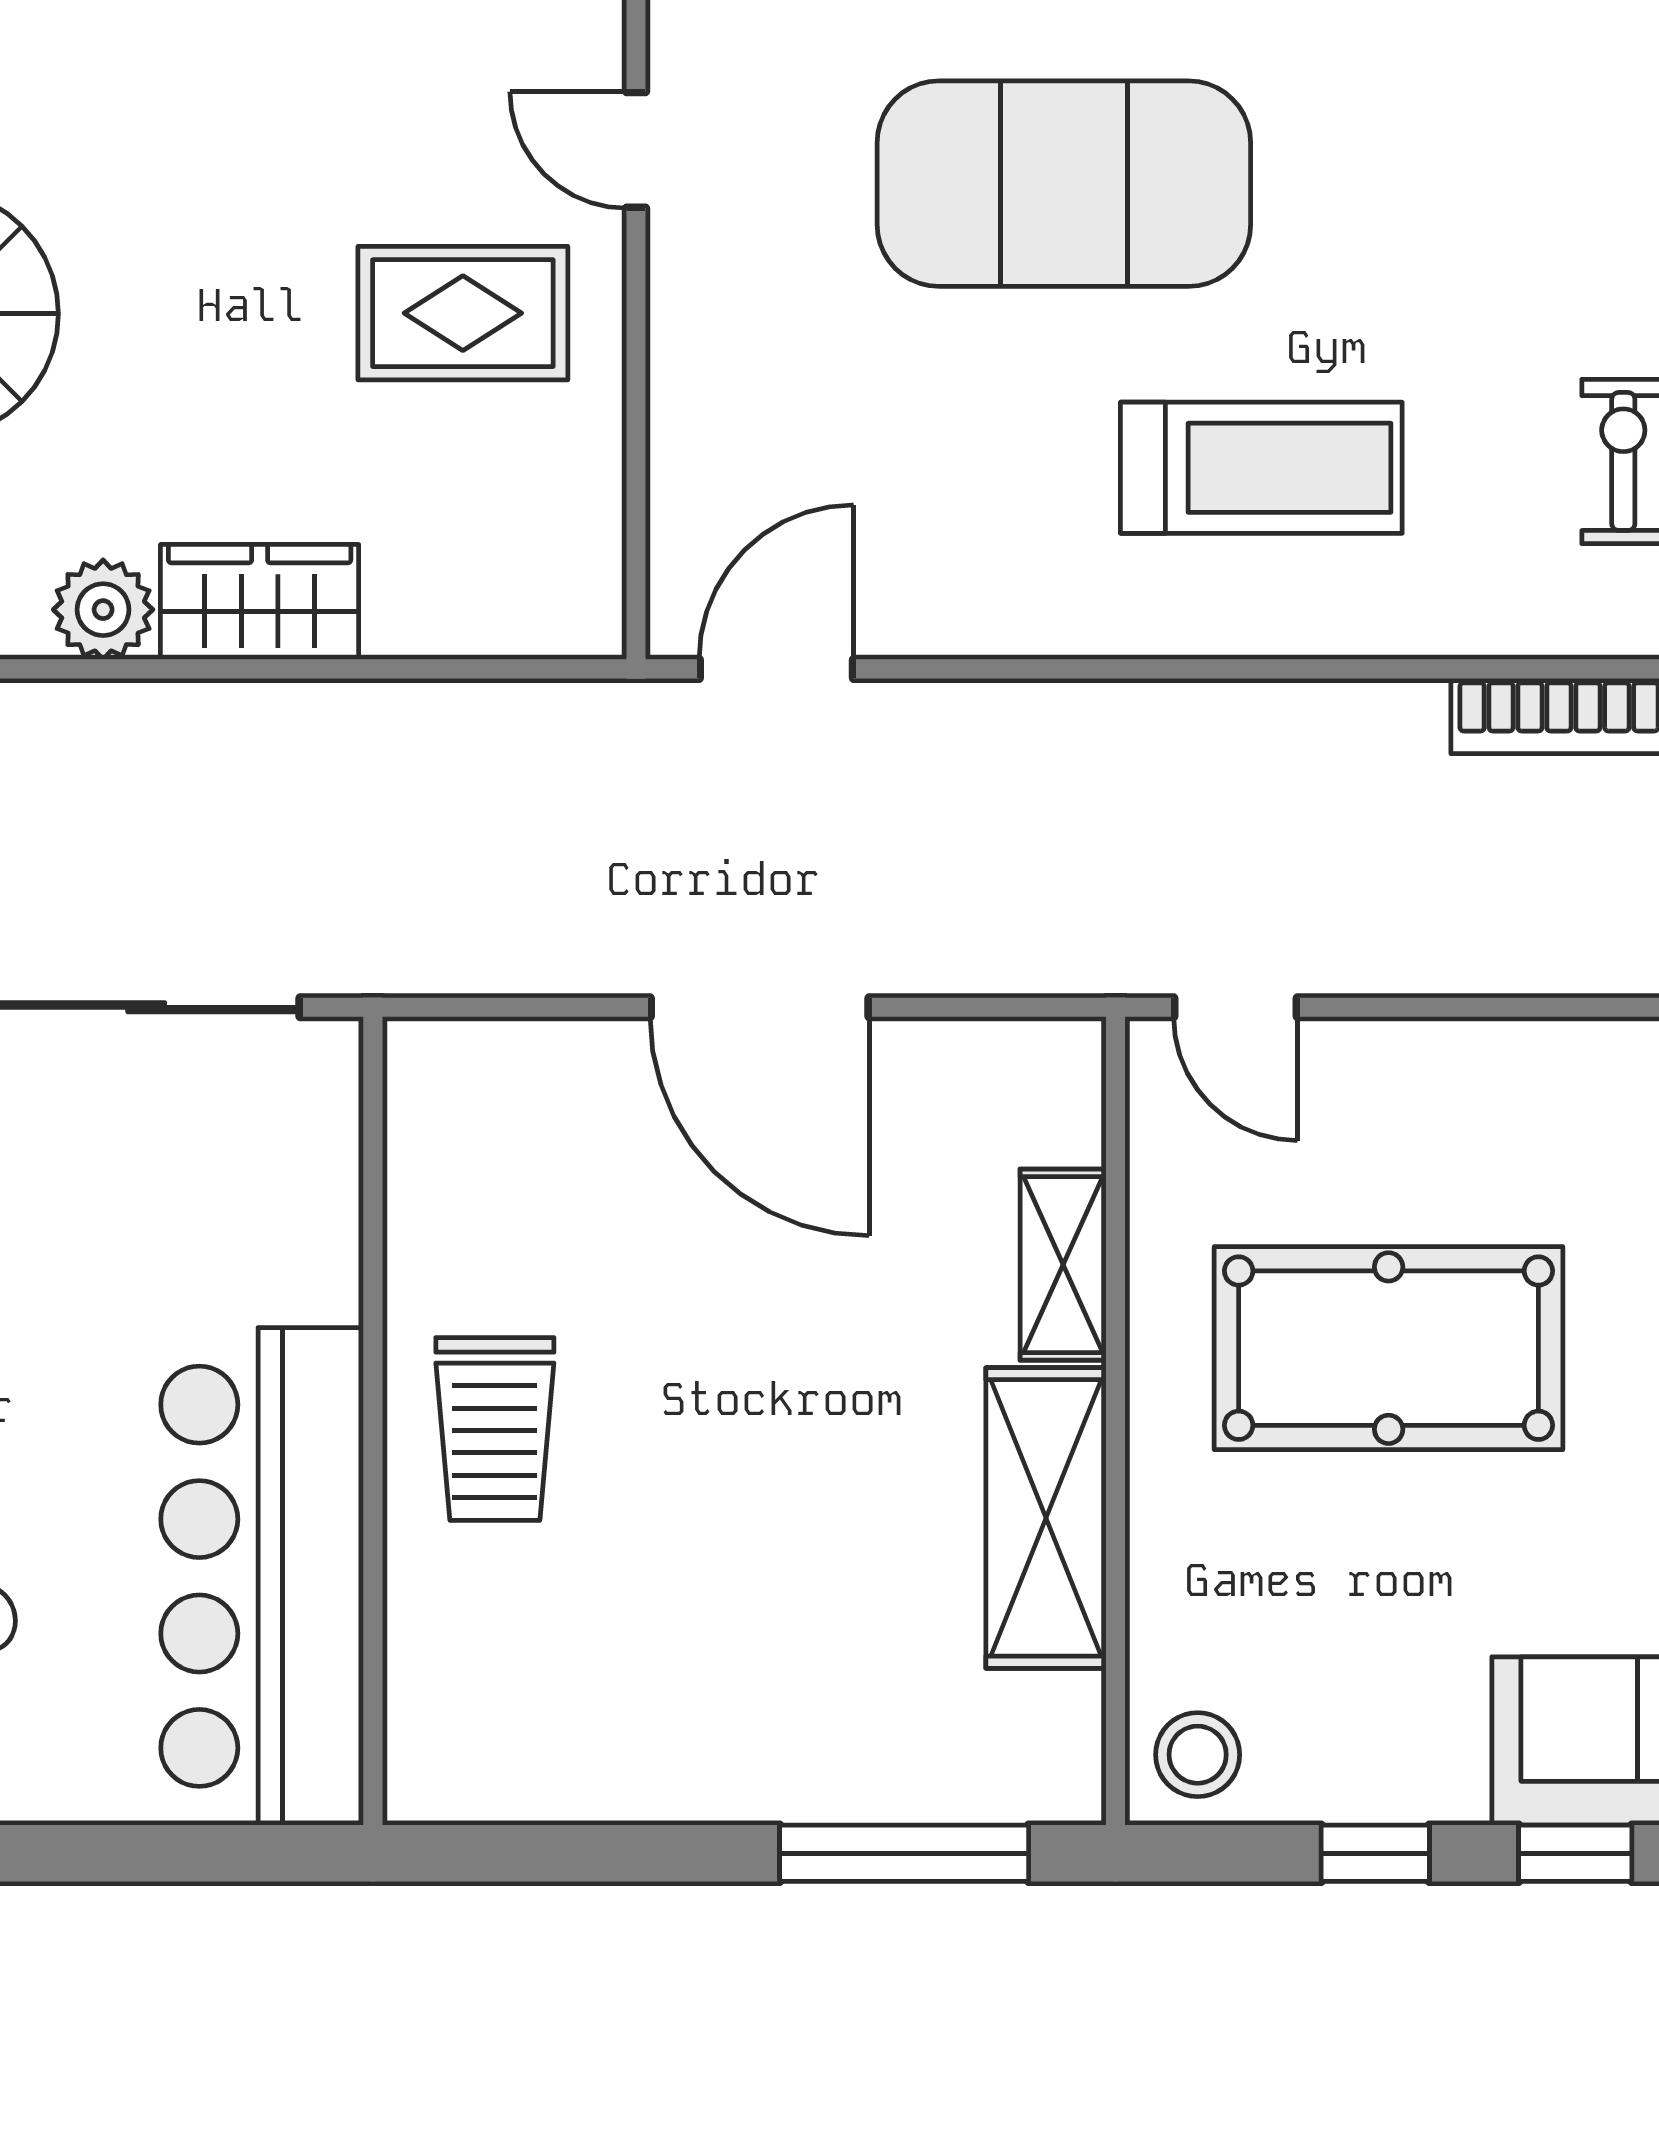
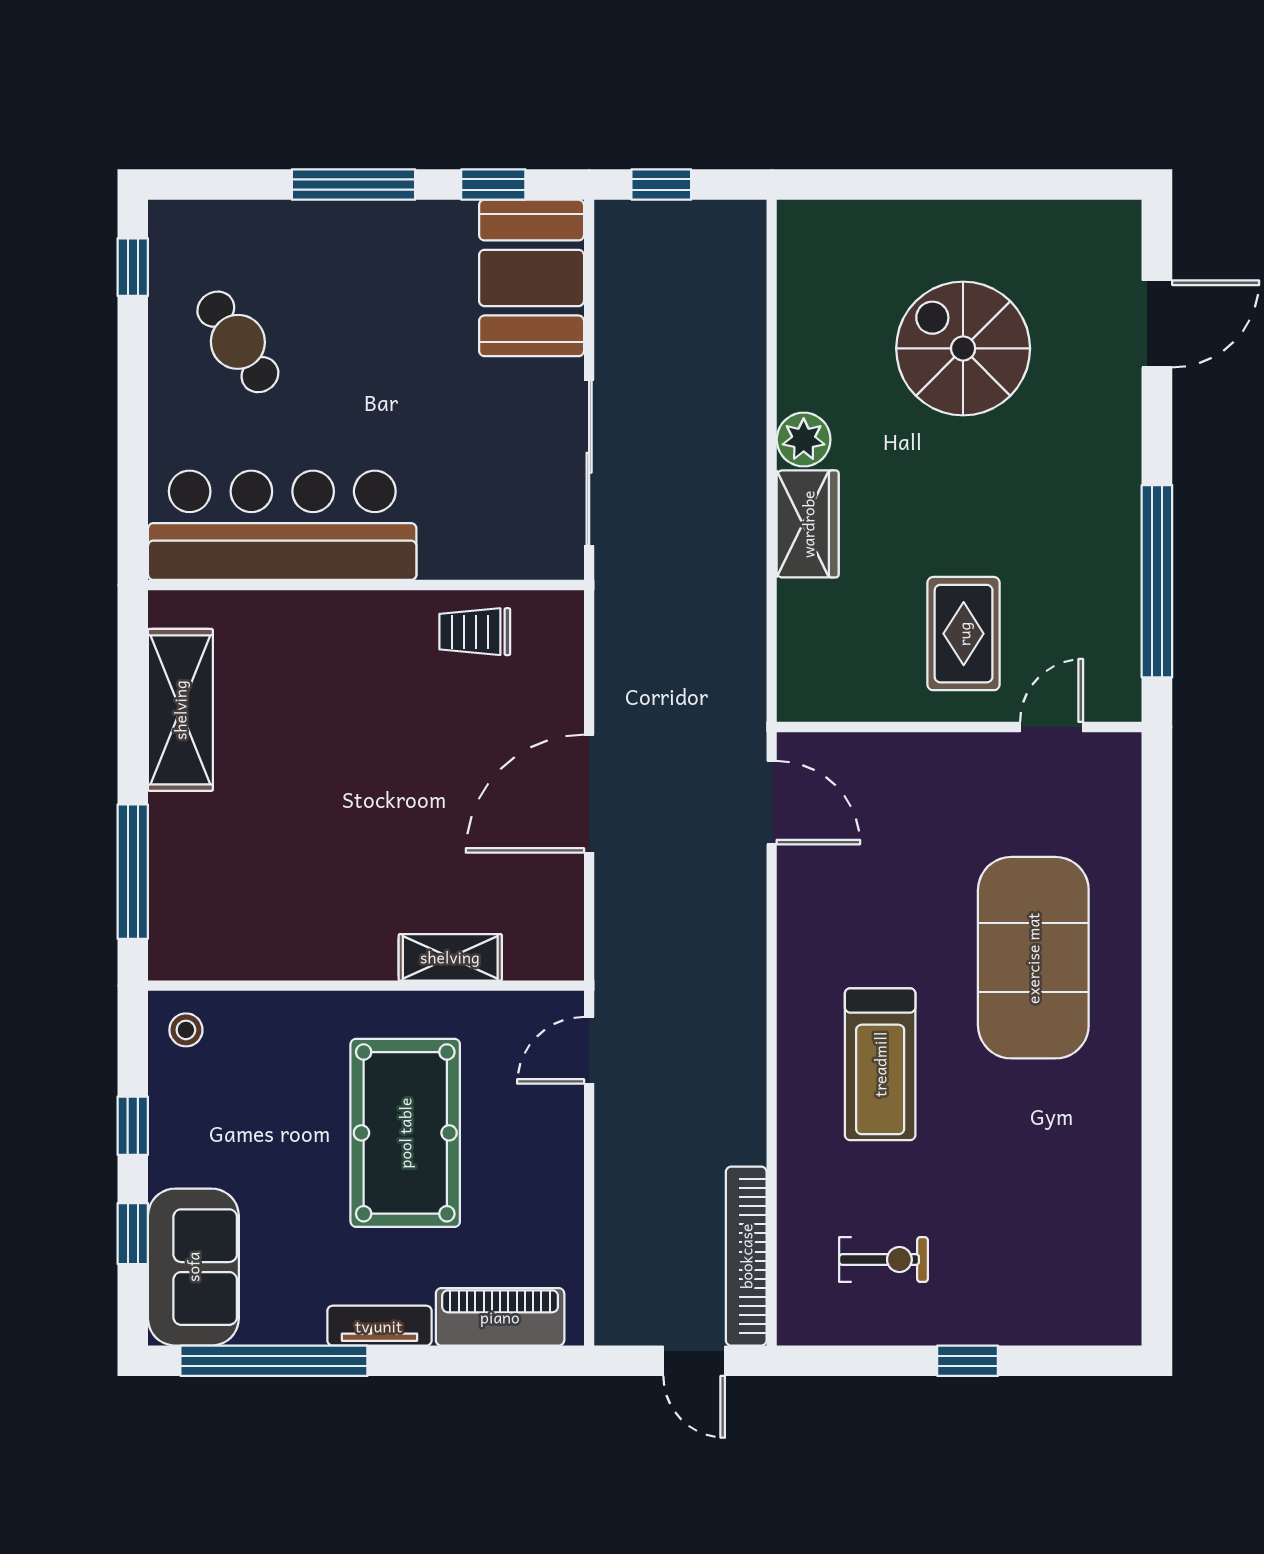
trolley: (495, 1429) -> (475, 632), moved, width x0.73, depth x0.72
shelving: (1046, 1518) -> (180, 710), moved, turned 90
stool: (1198, 1755) -> (186, 1030), width x0.73, depth x0.73

